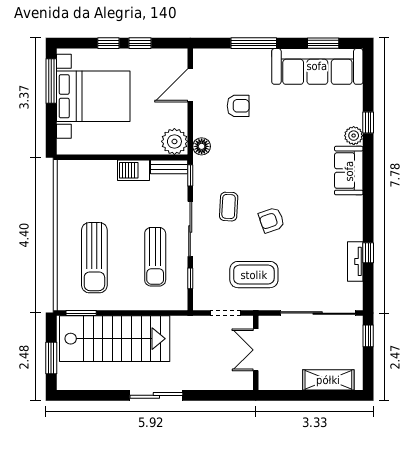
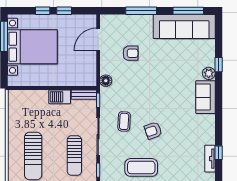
window: (323, 43) -> (188, 11), width x1.44
plant: (174, 141) -> (87, 77), removed

